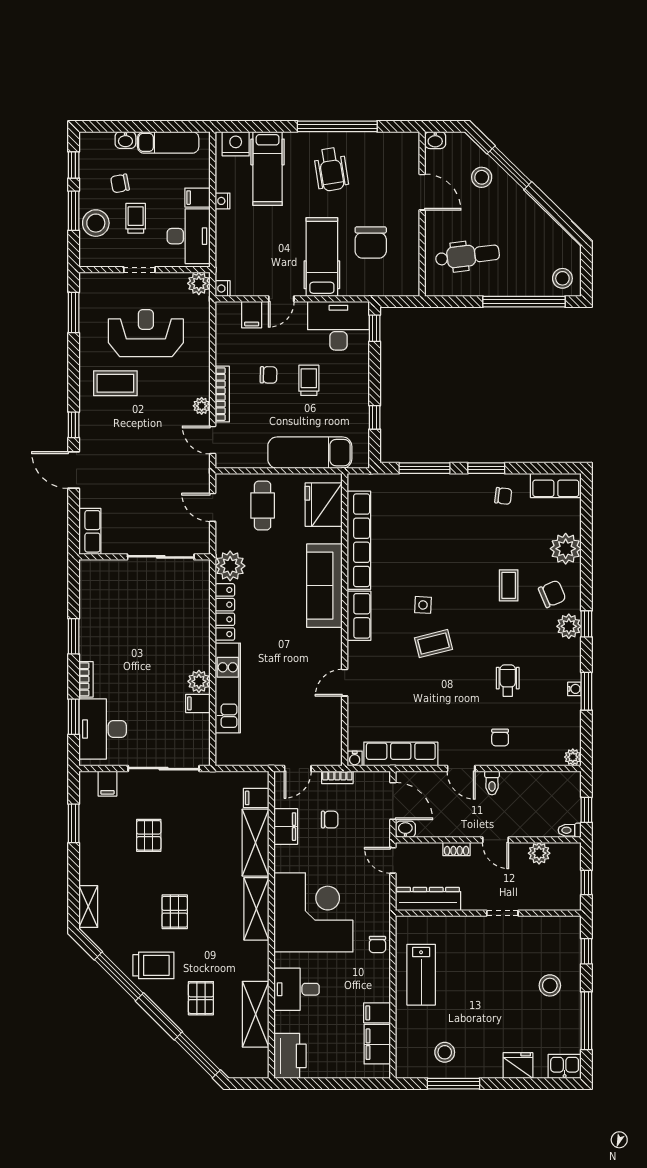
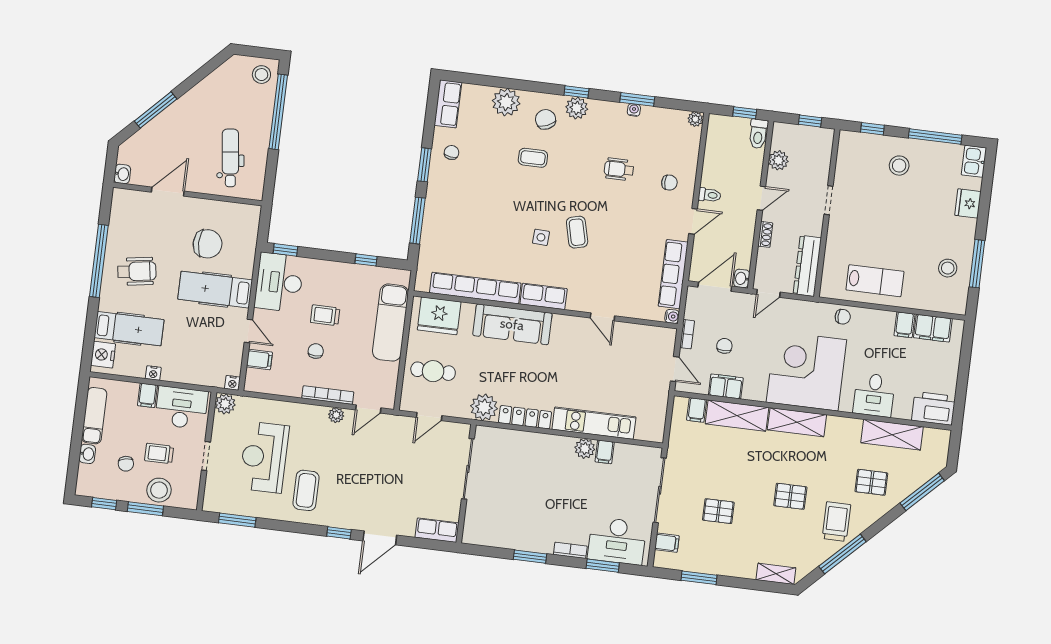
stool: (482, 177) -> (161, 136), removed
toilet: (570, 830) -> (758, 134), width x1.37, depth x1.39

